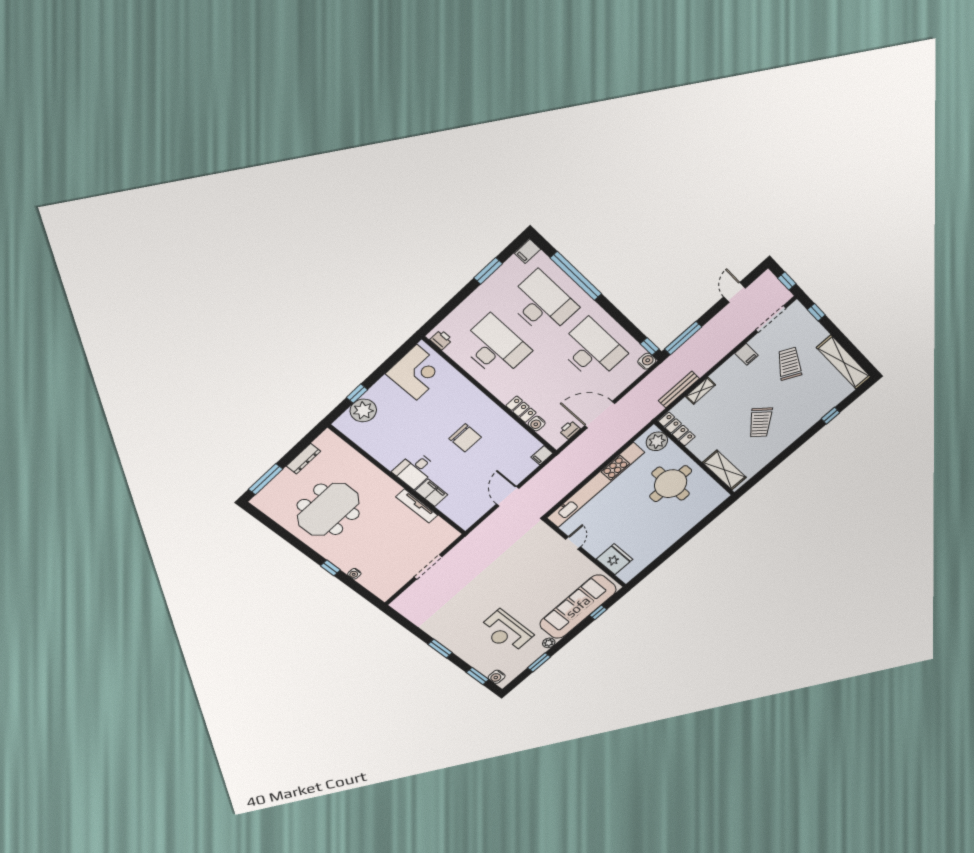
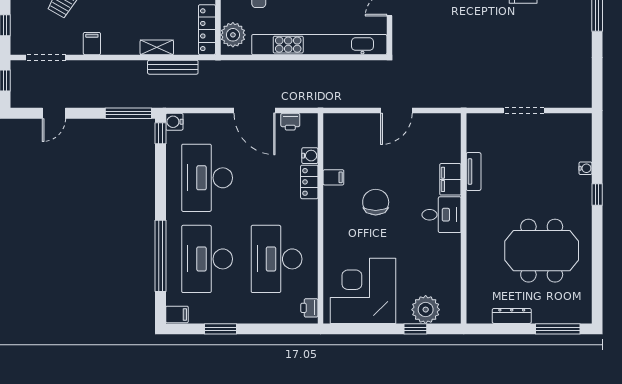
corner desk: (417, 372) -> (363, 291), width x1.36, depth x1.36
filing cabinet: (542, 455) -> (333, 177), moved
tv unit: (417, 506) -> (474, 172), width x0.71

